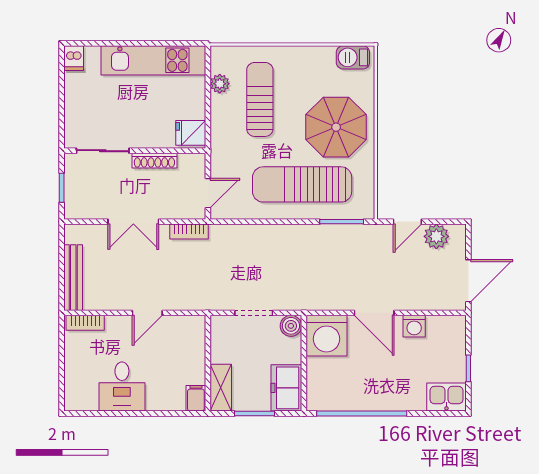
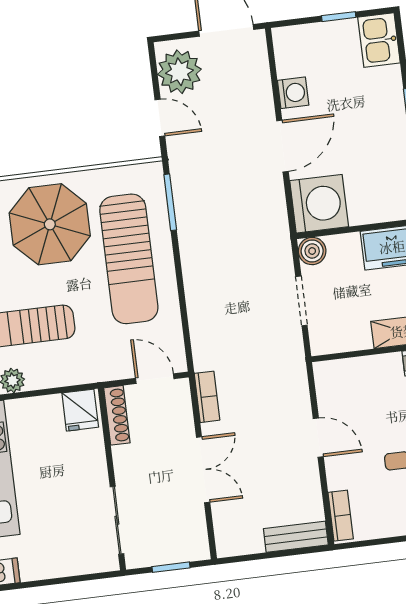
shoe rack: (154, 161) -> (117, 415), moved
plant: (436, 236) -> (179, 72), width x1.36, depth x1.36
bench: (73, 278) -> (296, 537), width x0.73

